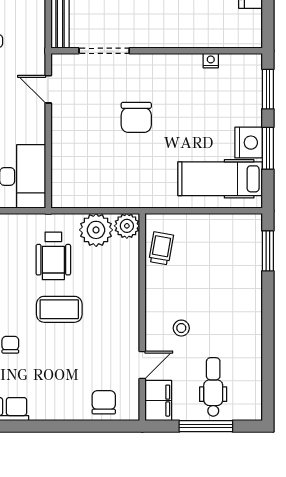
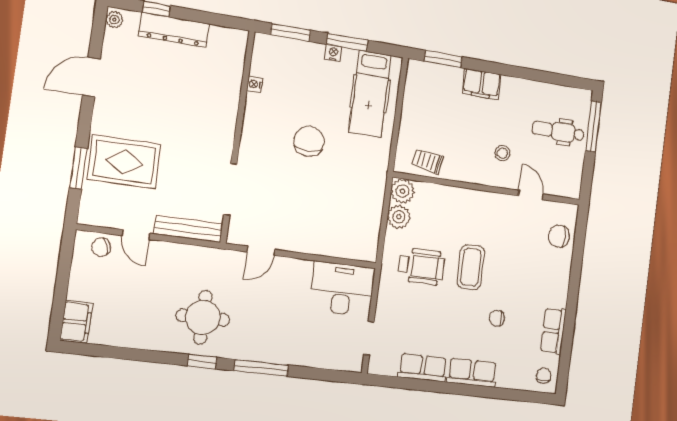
chair: (136, 117) -> (309, 141), moved, turned -90
nightstand: (249, 143) -> (333, 53), width x0.53, depth x0.56
plant: (96, 230) -> (399, 217), width x0.73, depth x0.73
filing cabinet: (158, 401) -> (482, 84), moved, turned 180
window: (206, 426) -> (593, 127), moved

